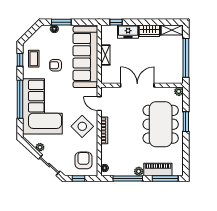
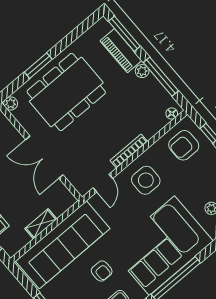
side table: (82, 126) -> (146, 180), turned 45

